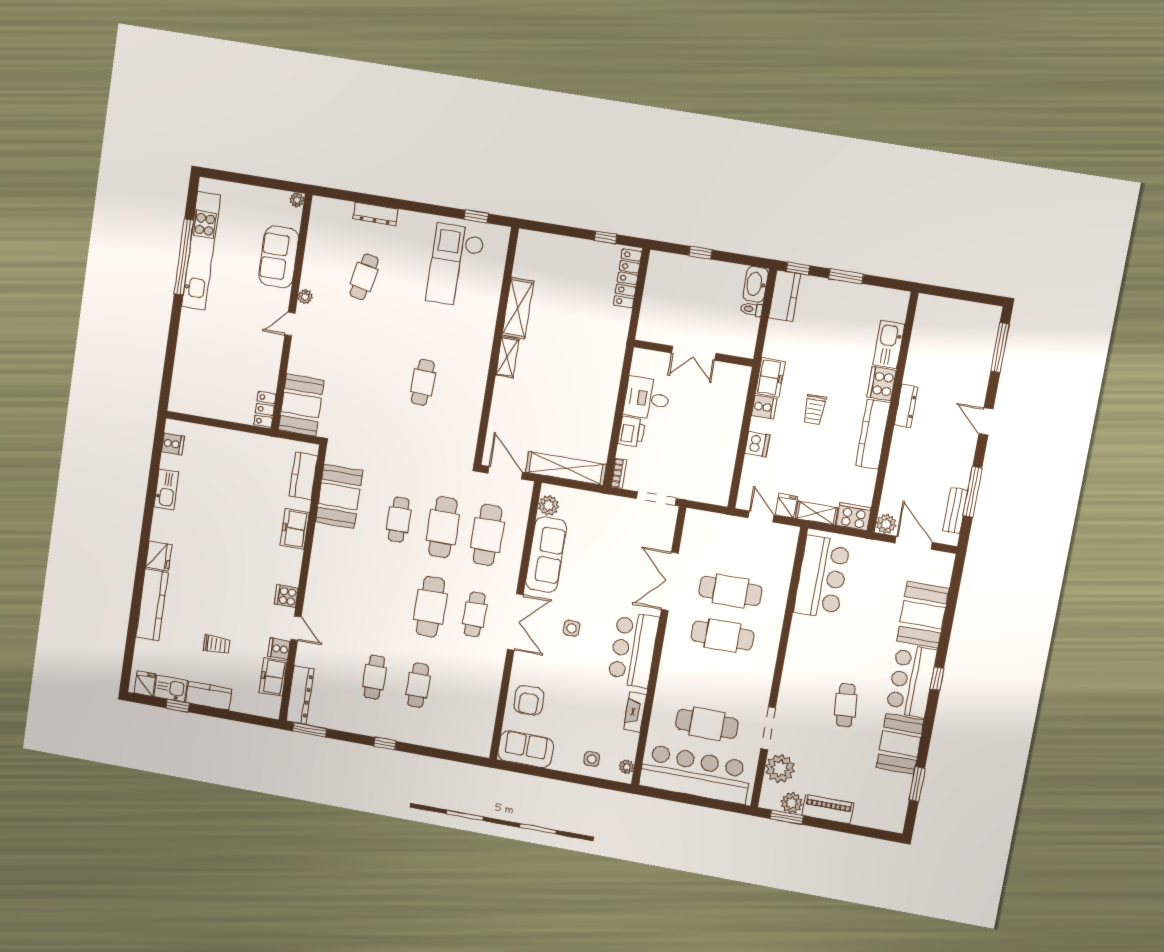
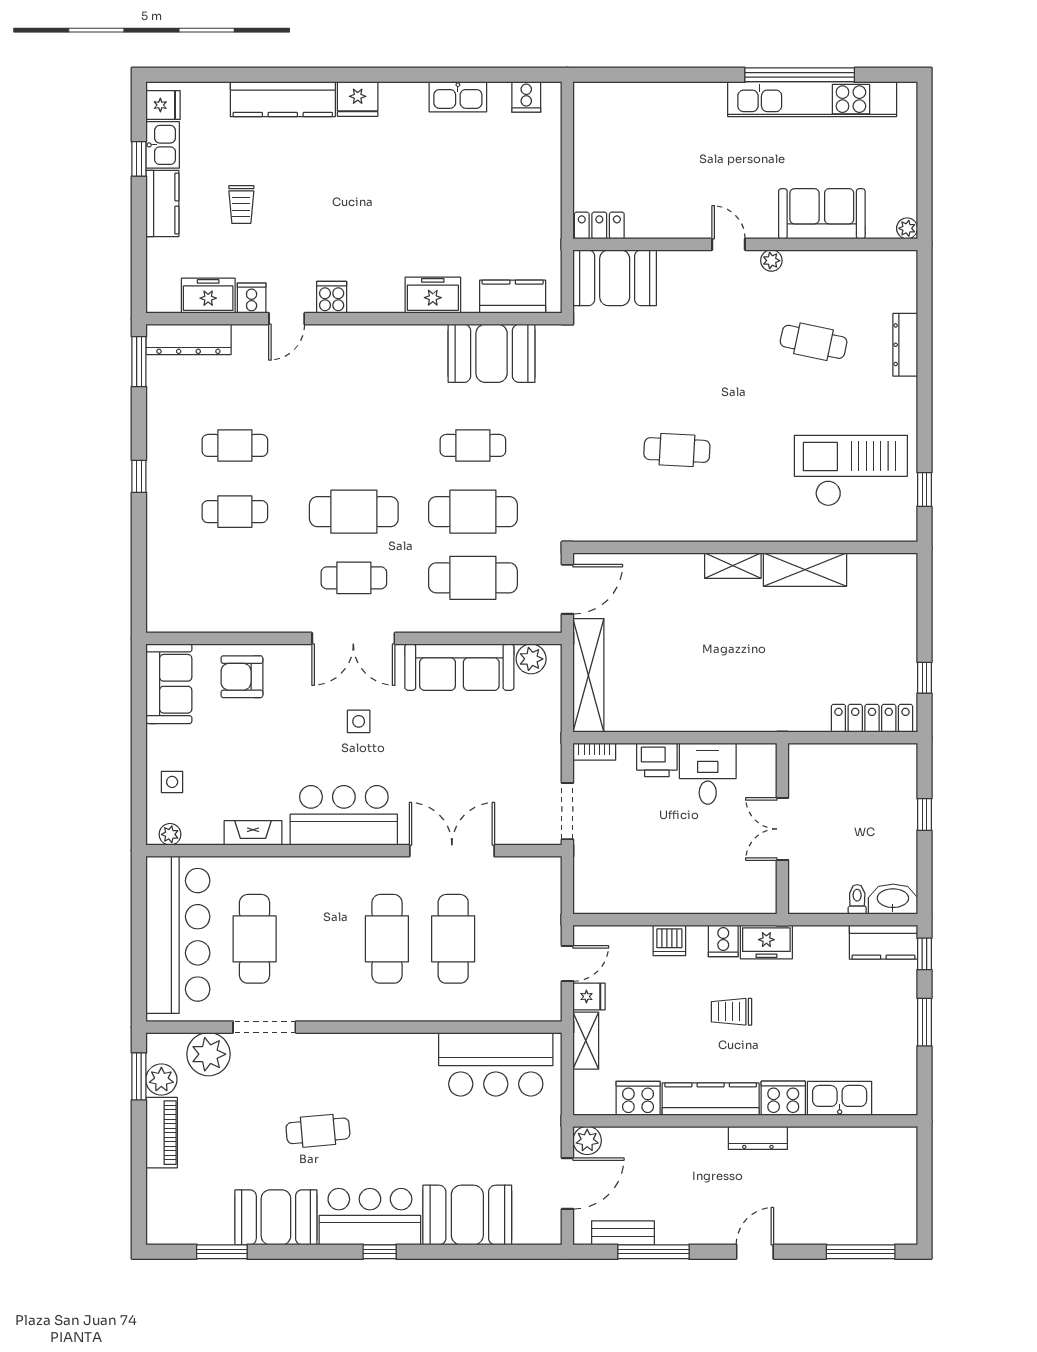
cooker: (854, 517) -> (638, 1098), moved, turned -90

